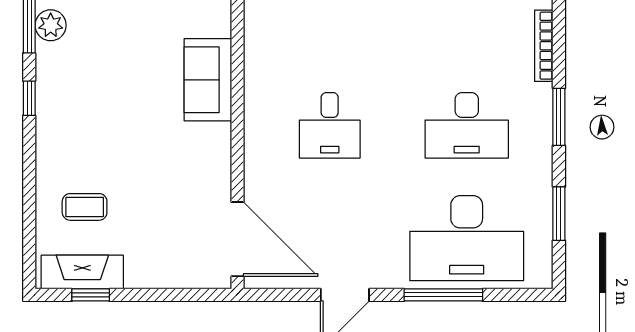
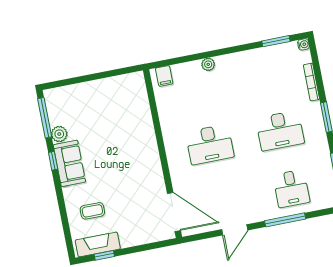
plant: (51, 25) -> (59, 134), moved
sofa: (208, 80) -> (69, 163), moved, turned 180
desk: (330, 125) -> (210, 144), width x1.37
desk: (467, 238) -> (291, 188), width x0.53, depth x0.77

